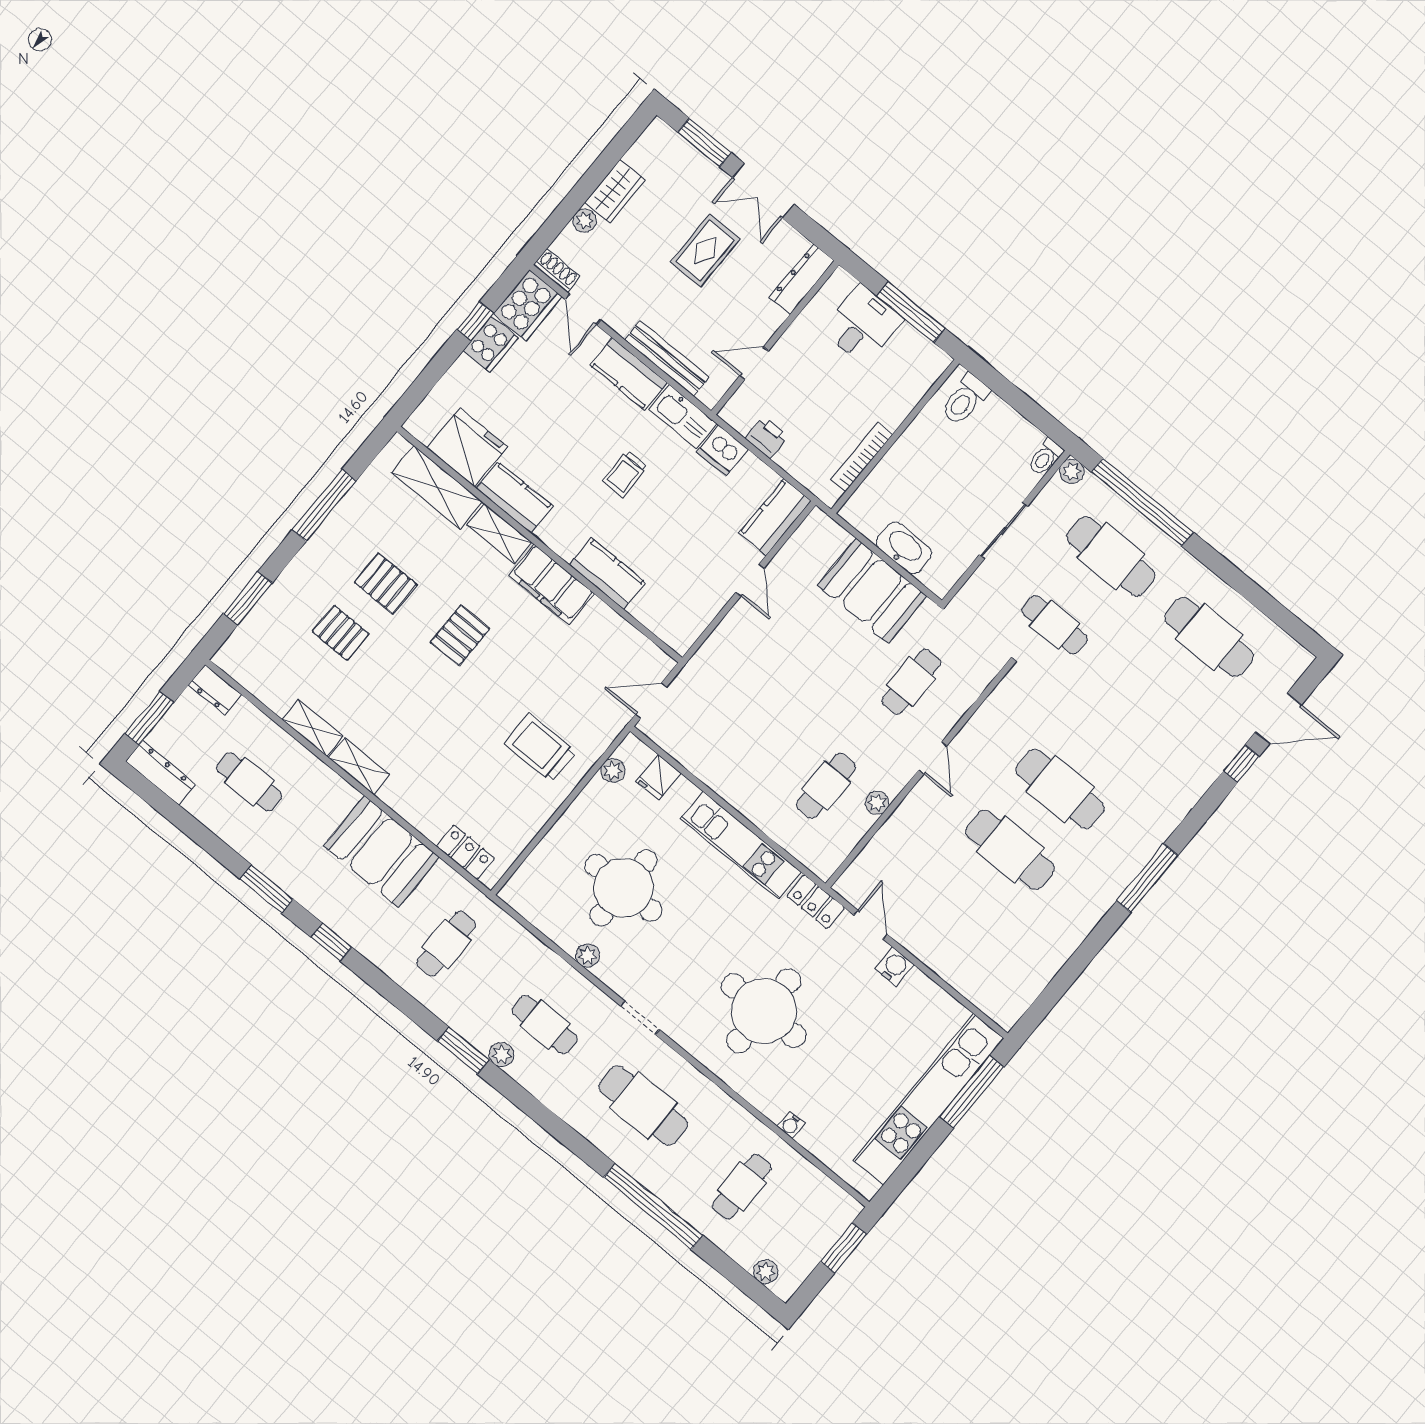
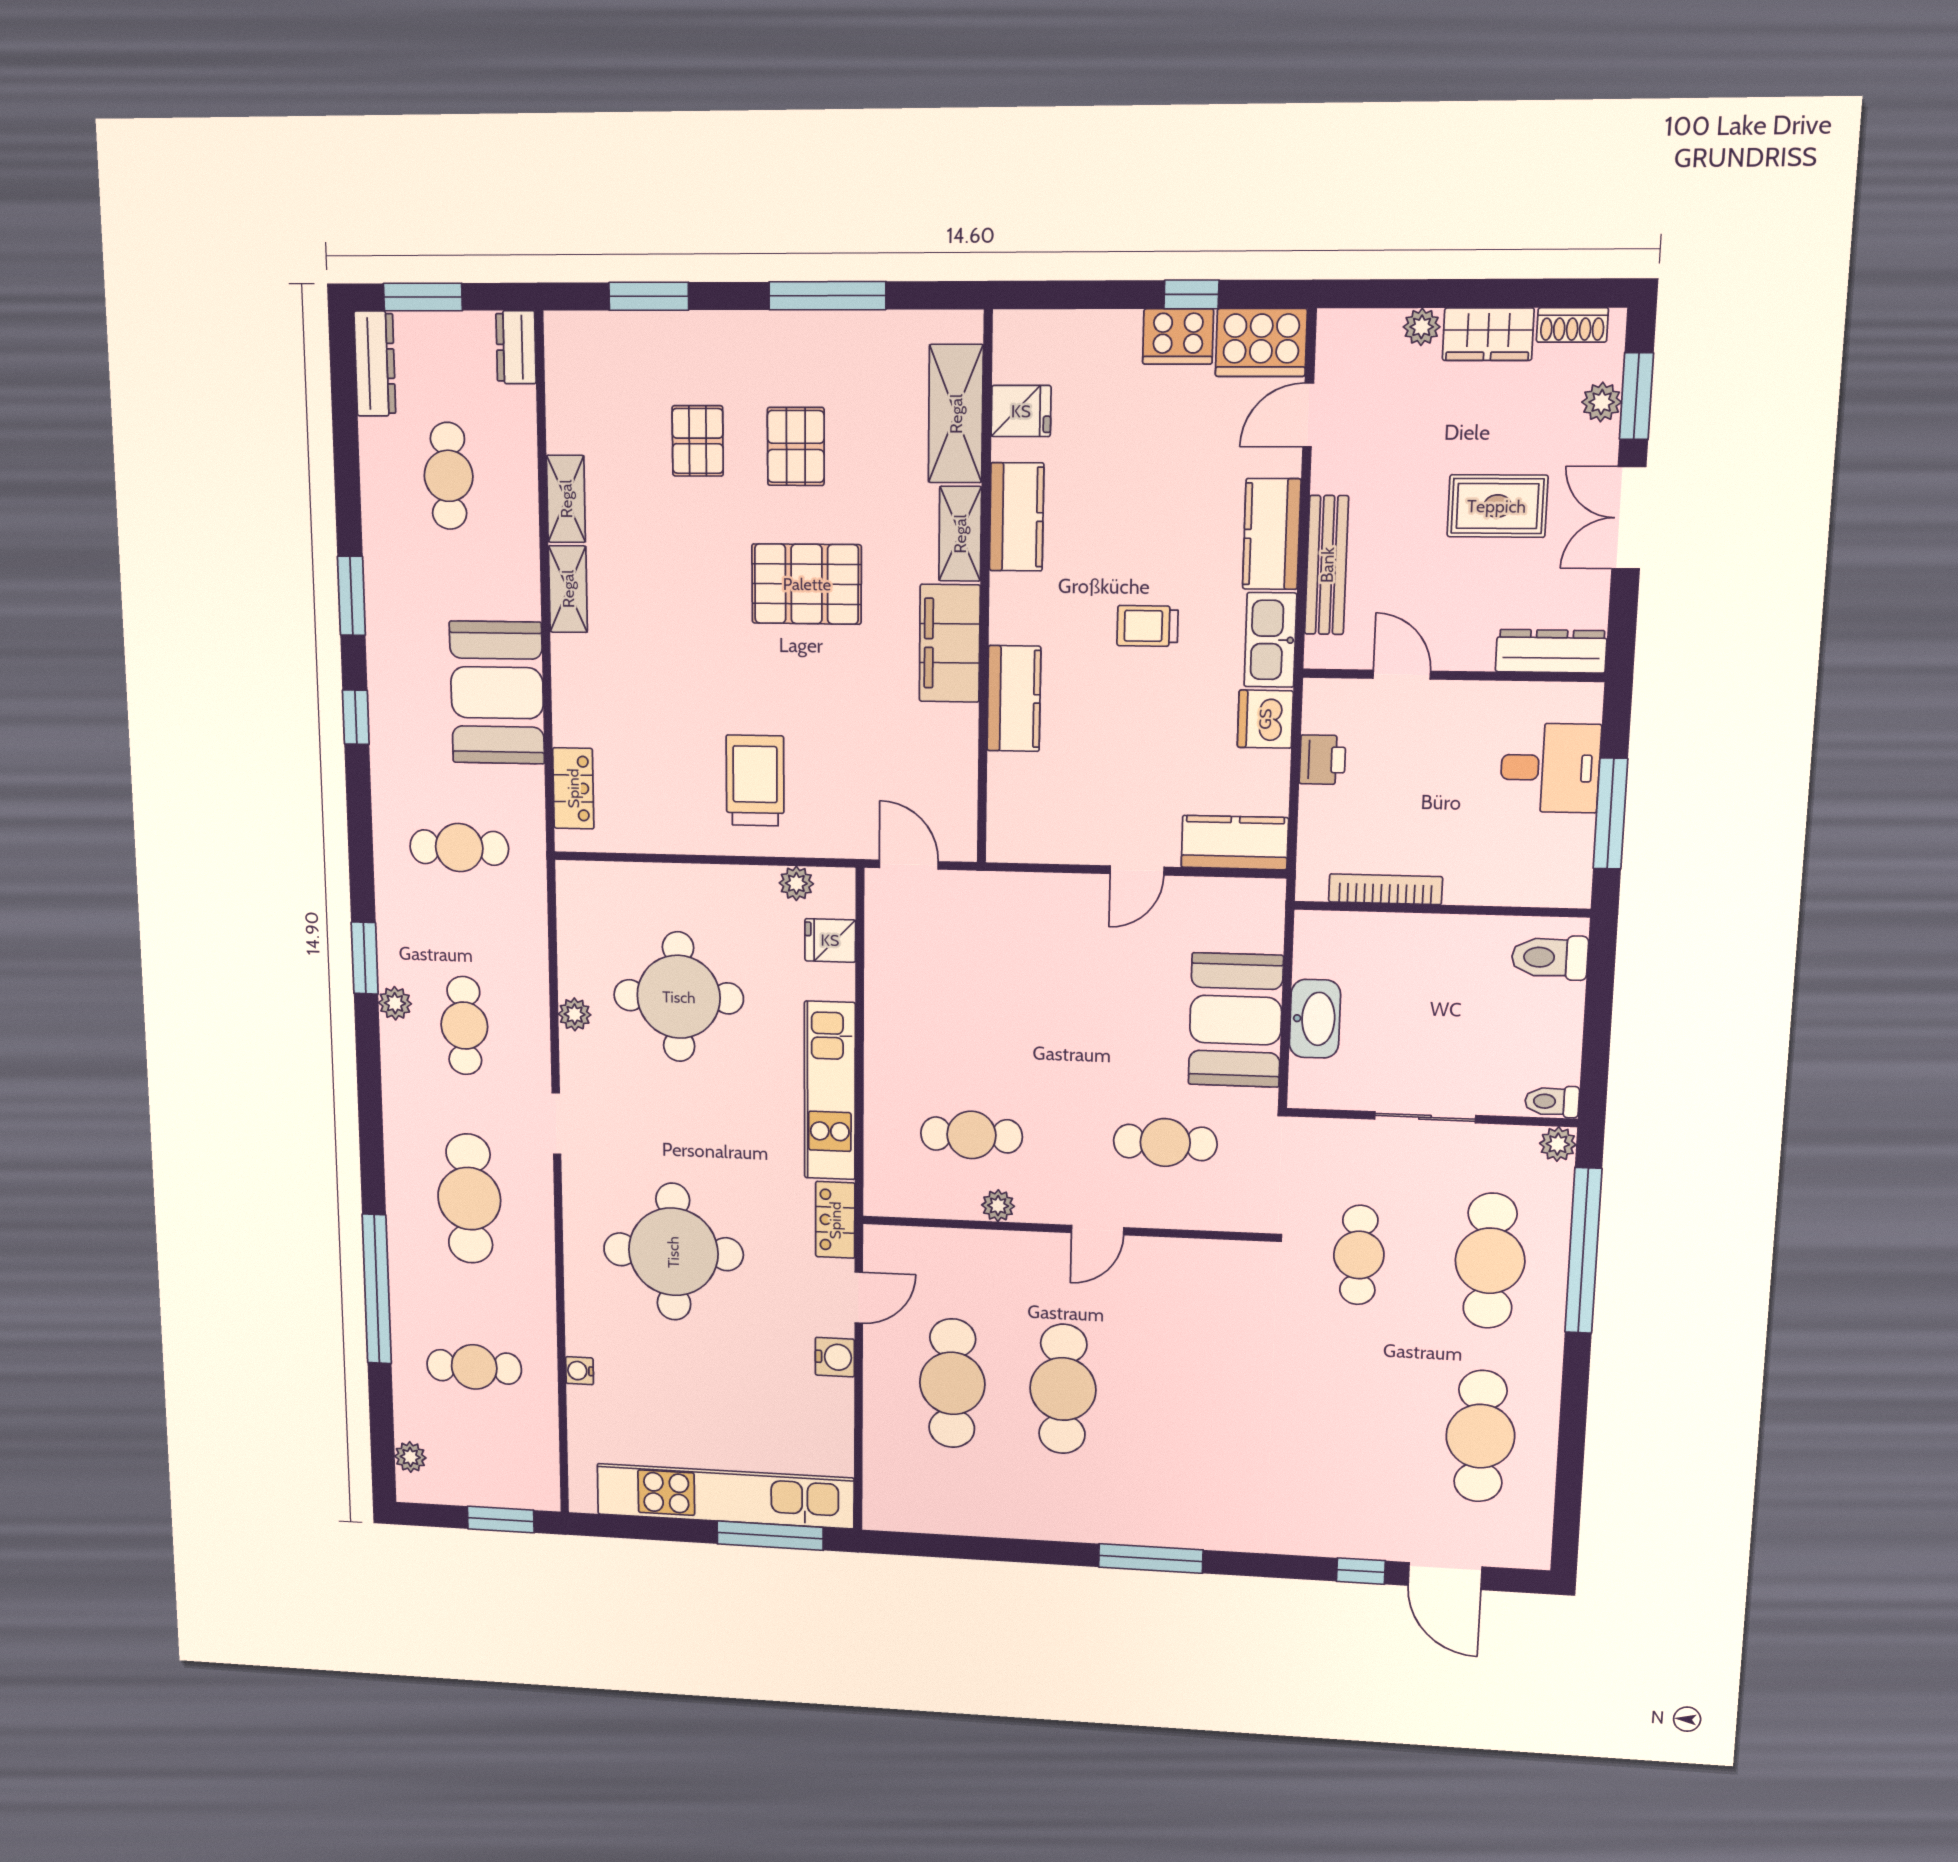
plant: (694, 161) -> (1602, 402), added
shoe rack: (557, 270) -> (1572, 325), moved, turned 90
fridge: (467, 447) -> (1021, 411), width x0.53, depth x0.75
pallet: (460, 635) -> (807, 584), width x1.50, depth x1.42
cafe table: (1060, 789) -> (952, 1383), moved

